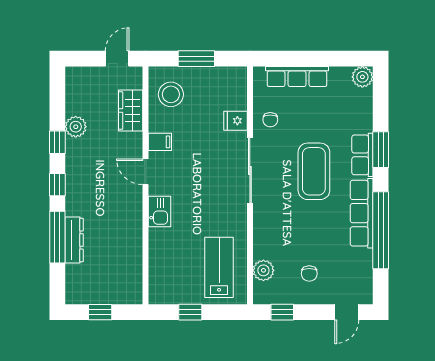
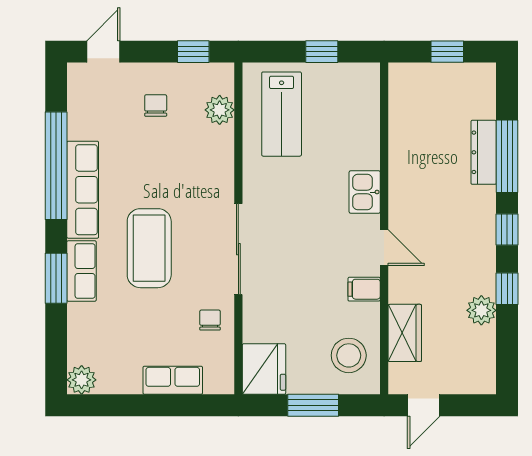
row of seats: (297, 77) -> (173, 380), width x0.68
fridge: (236, 121) -> (264, 369), moved, width x1.88, depth x1.34

